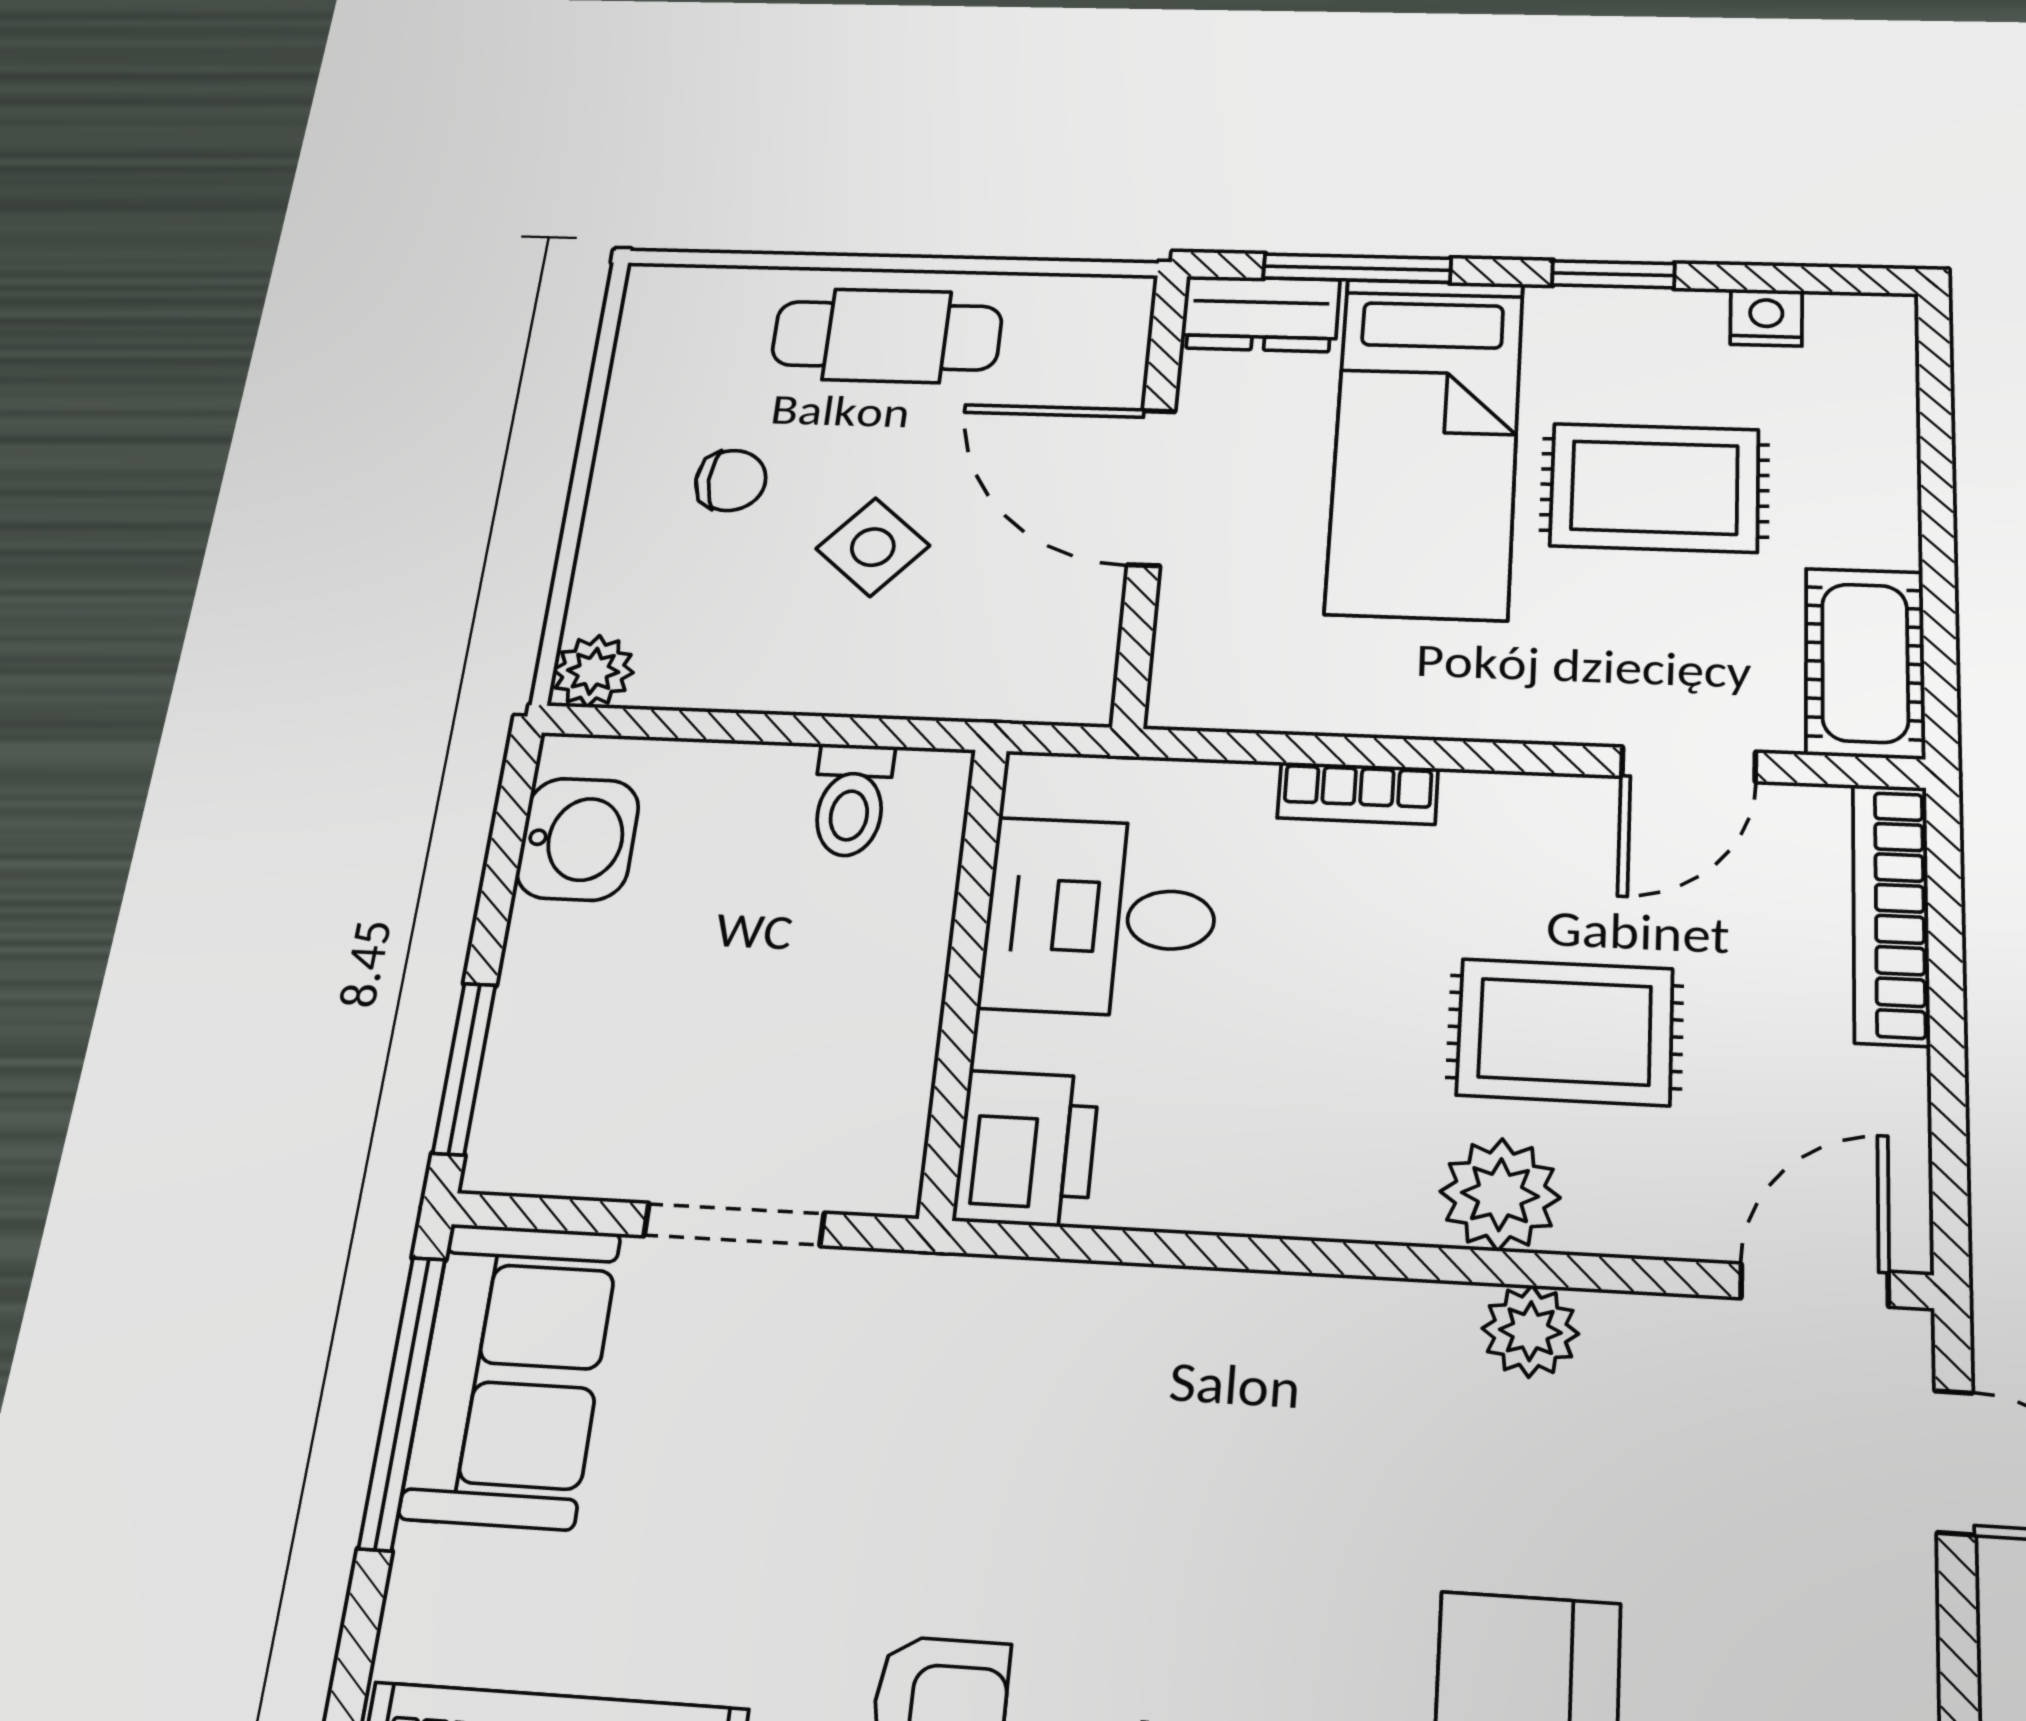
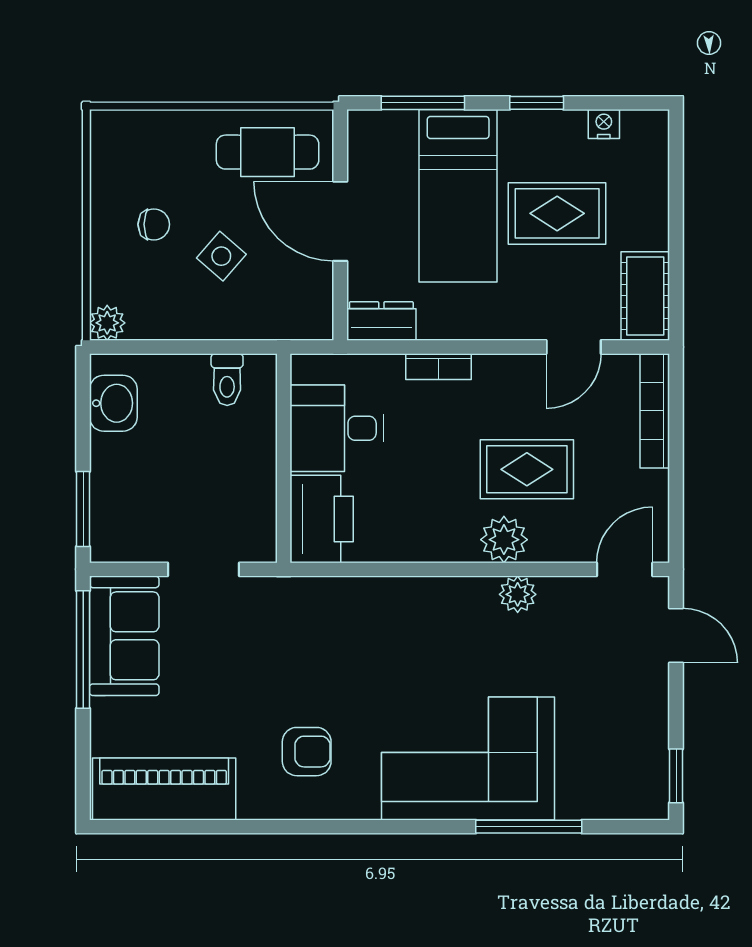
dresser: (1260, 314) -> (381, 321), moved, turned 180
cafe table: (887, 336) -> (268, 152), moved
printer: (1026, 1149) -> (322, 519), width x1.37, depth x1.19

